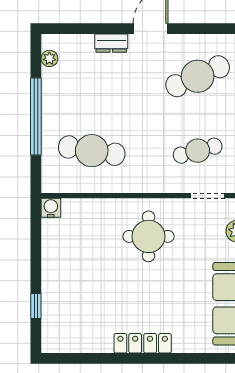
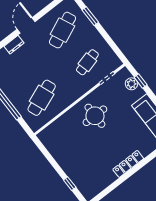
cafe table: (92, 151) -> (42, 98), turned -30
water cooler: (51, 208) -> (43, 136), removed

